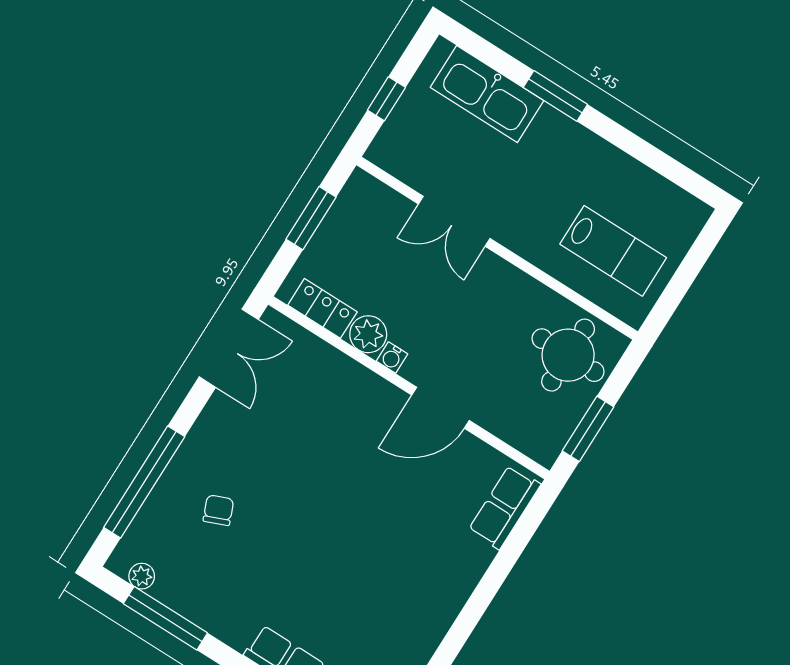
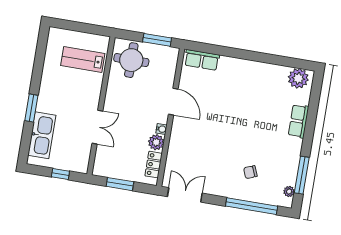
lab bench: (613, 251) -> (83, 60), turned -90

